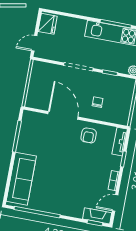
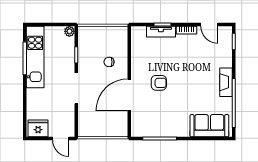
armchair: (89, 135) -> (159, 83), moved
tv unit: (120, 142) -> (161, 32), moved
sofa: (21, 179) -> (209, 126), width x0.73
fireplace: (97, 216) -> (226, 82), moved

